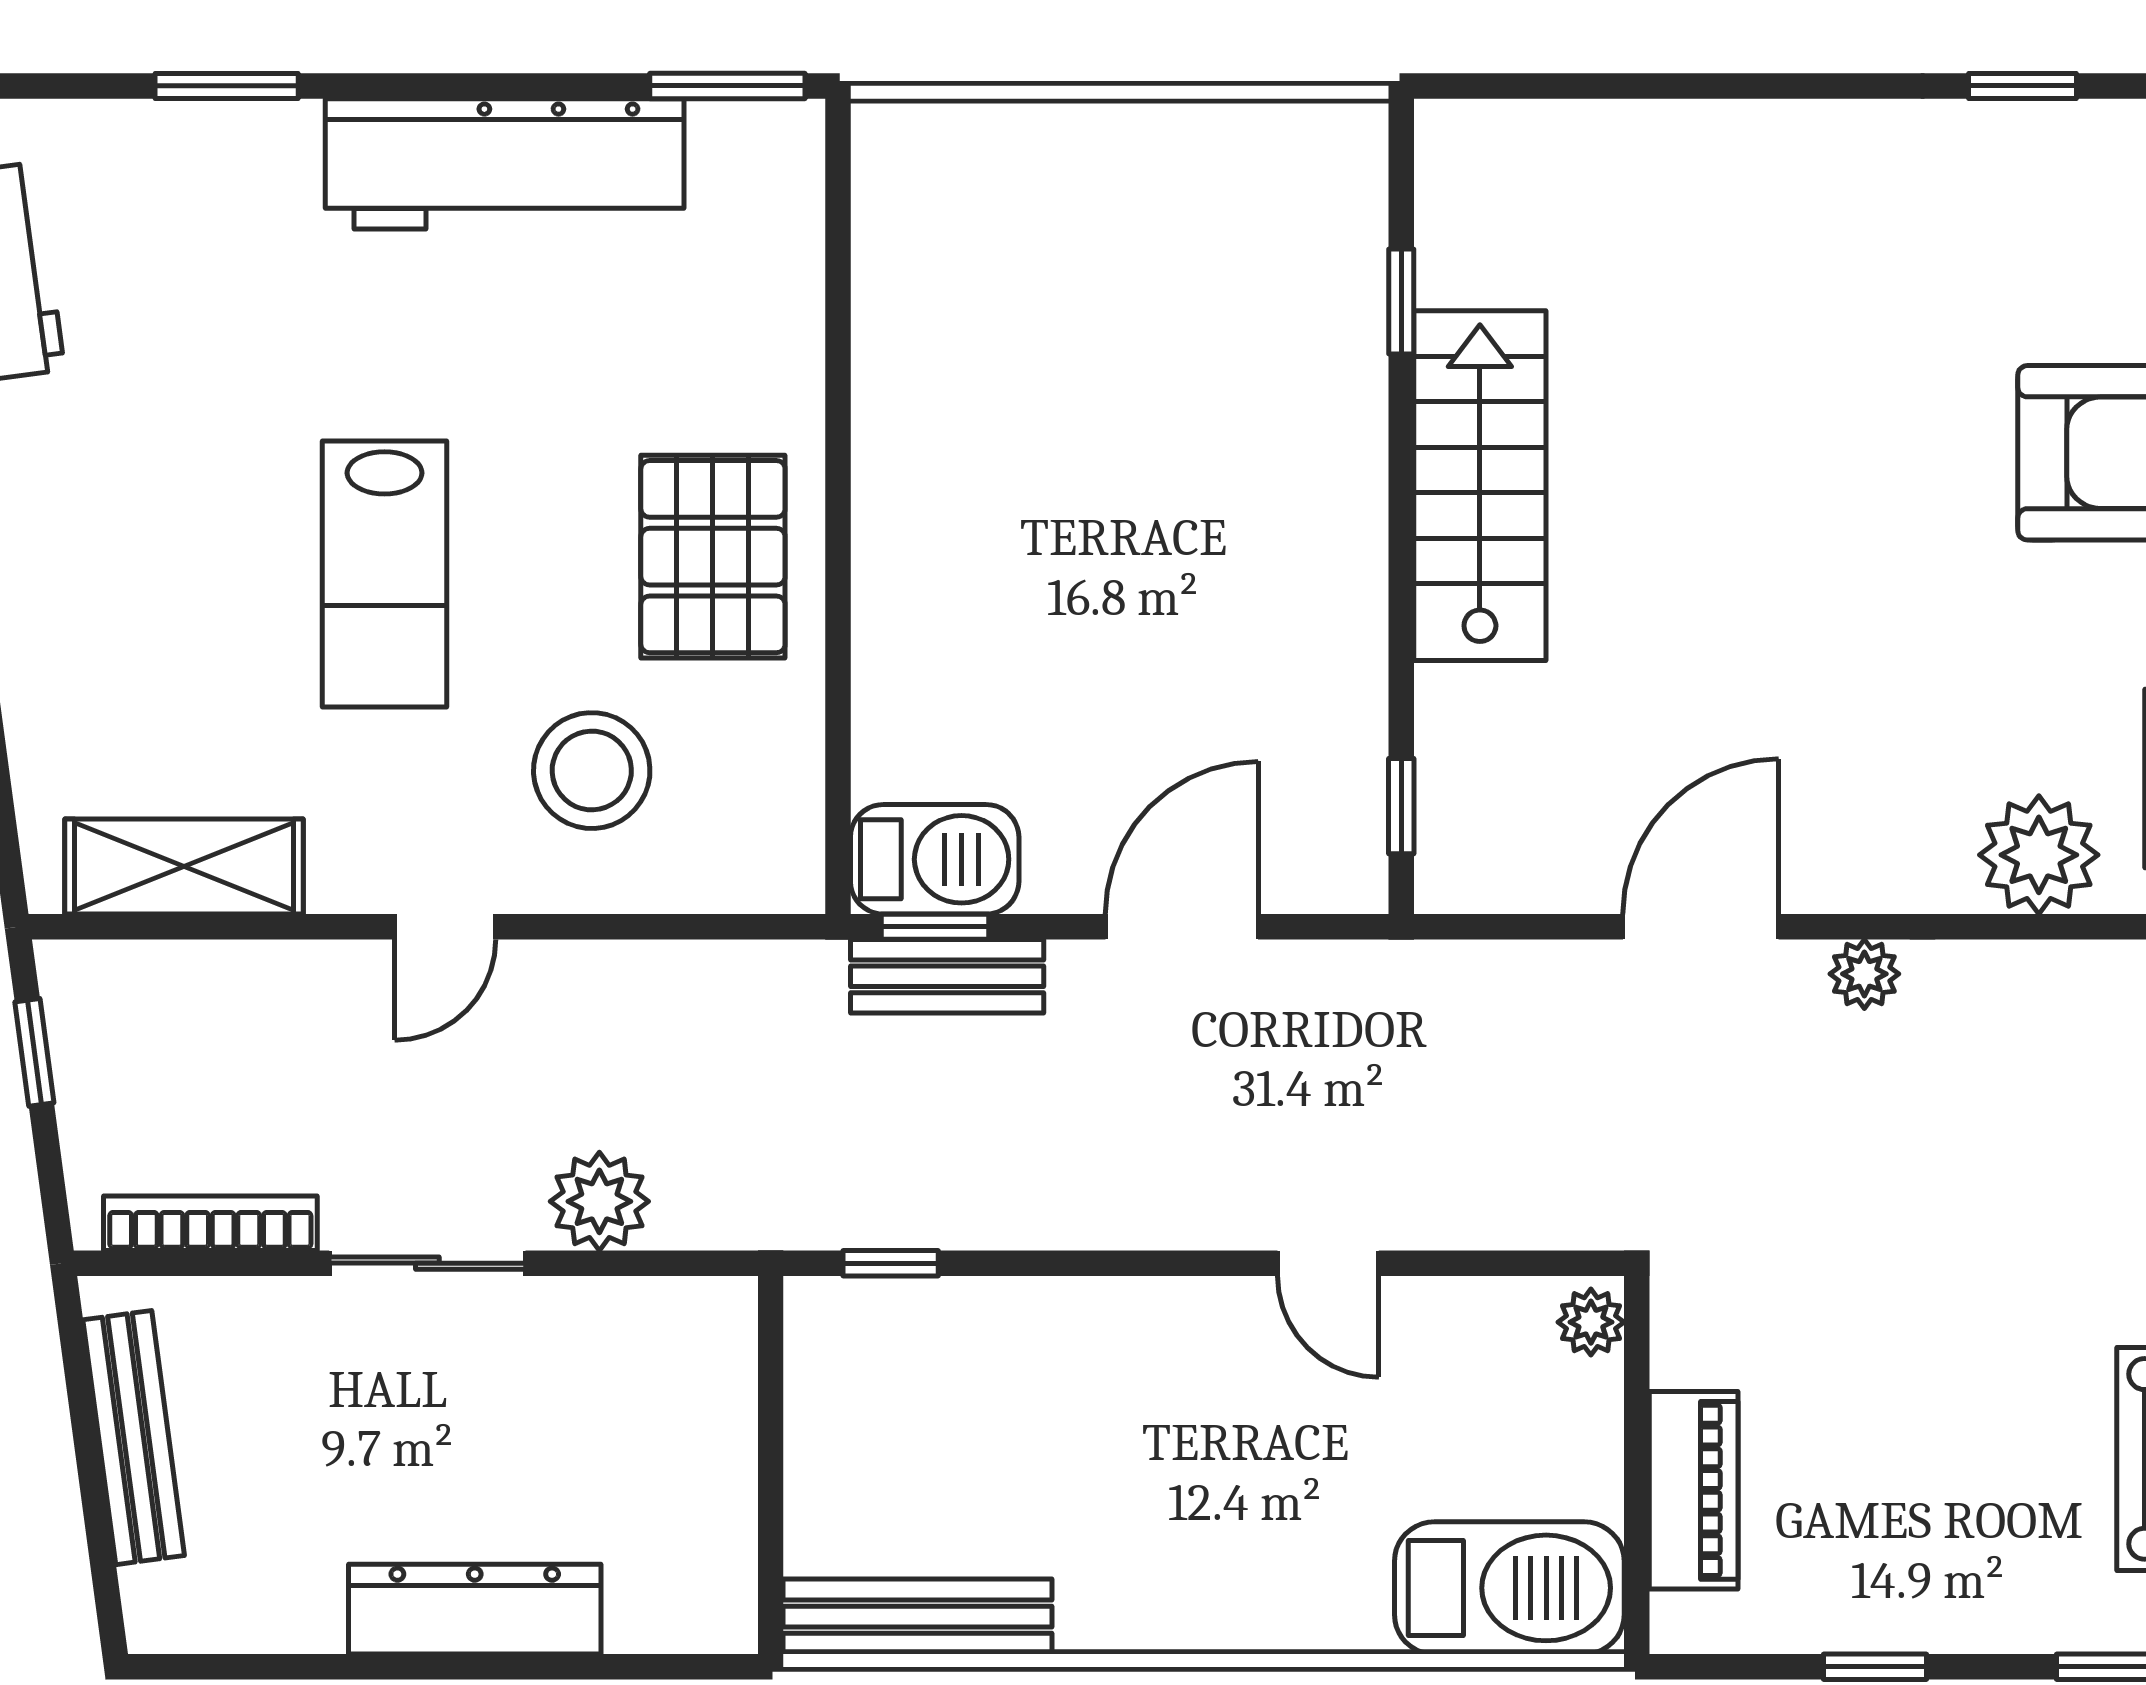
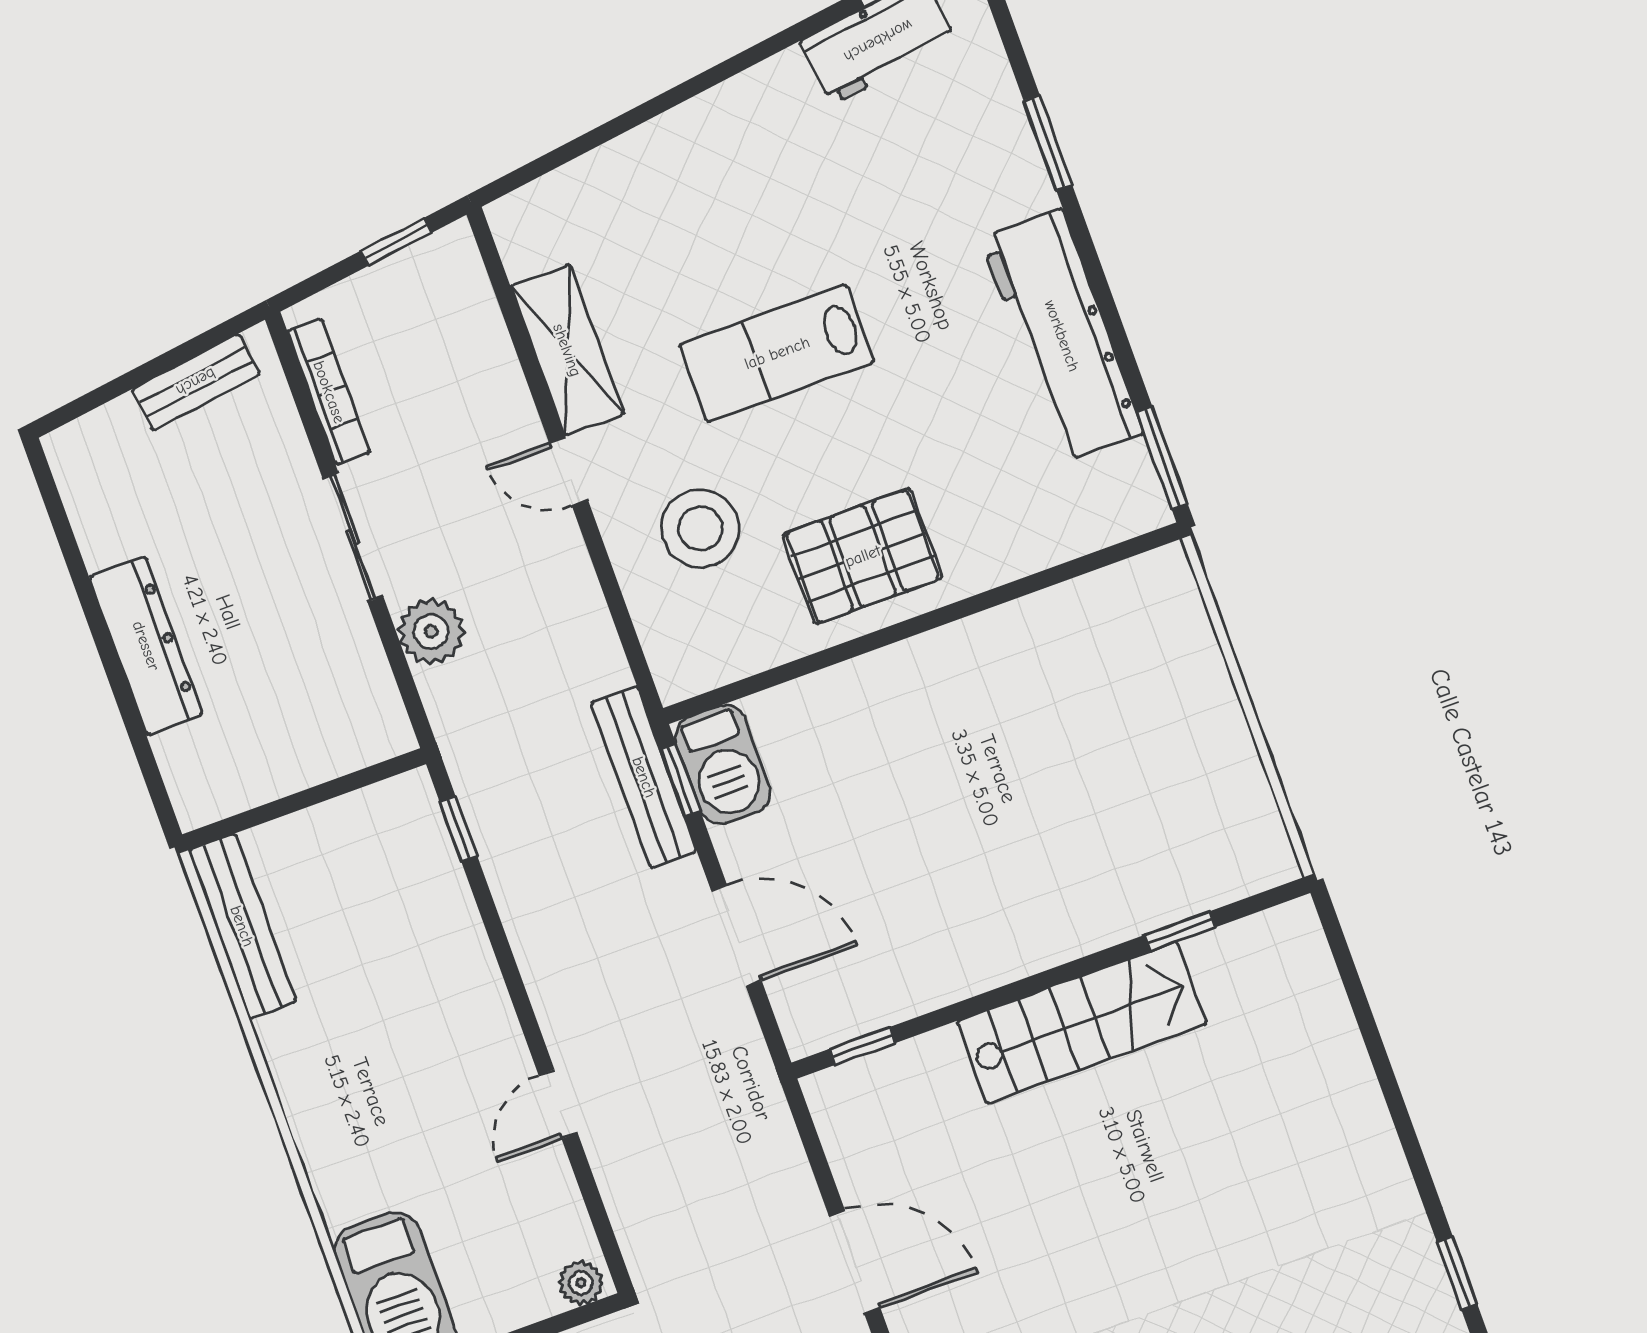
shelving: (184, 867) -> (567, 350), moved
bench: (947, 976) -> (644, 777), width x1.36
bench: (134, 1438) -> (196, 382), width x0.73

